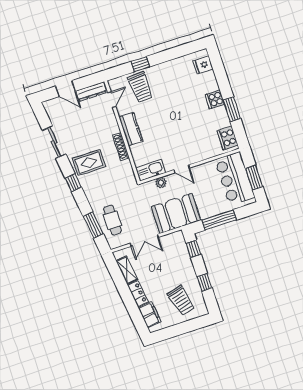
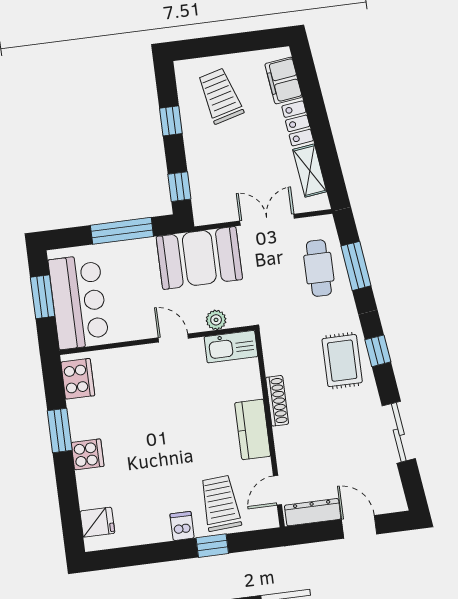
dishwasher: (158, 71) -> (182, 526), added
rug: (89, 163) -> (342, 361), moved, turned 90

